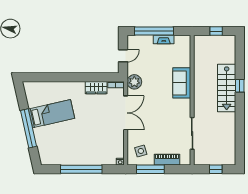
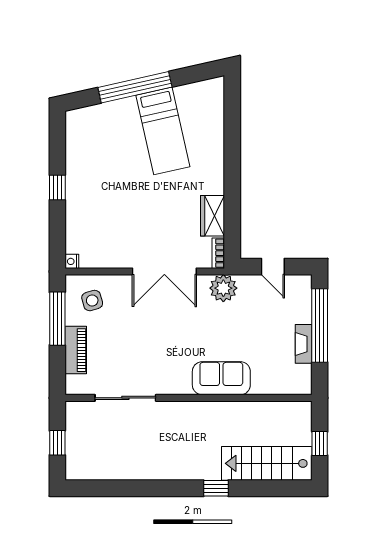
stairs: (227, 88) -> (267, 463), moved
window: (81, 169) -> (57, 187), width x0.32

